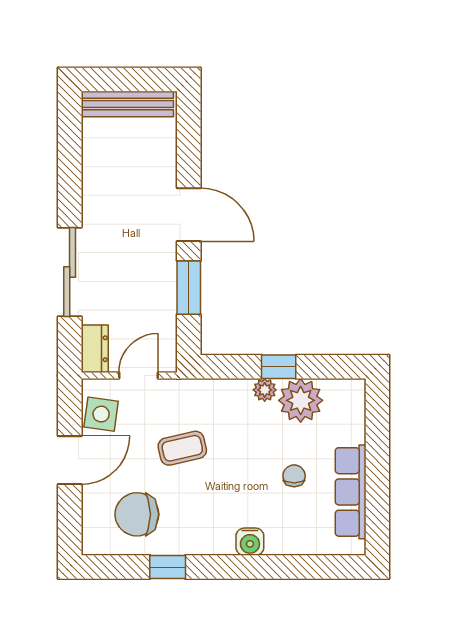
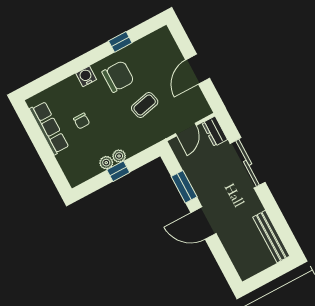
bench: (127, 104) -> (271, 237), moved, turned 90
plant: (301, 400) -> (106, 163), width x0.53, depth x0.53
side table: (101, 414) -> (194, 100), removed
chair: (137, 514) -> (118, 76), moved

